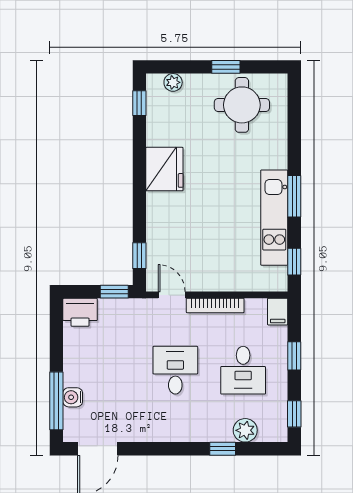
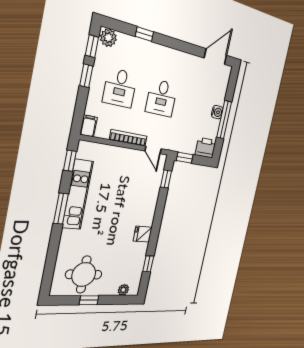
window: (139, 103) -> (148, 264), moved
fridge: (164, 169) -> (143, 234), width x0.53, depth x0.75
window: (294, 356) -> (86, 76), moved
desk: (243, 370) -> (120, 88), turned 180
water cooler: (73, 397) -> (217, 112), moved
window: (56, 401) -> (224, 120), moved
plant: (245, 430) -> (108, 38), moved

